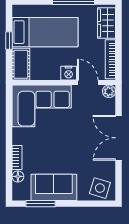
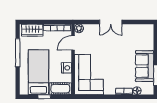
nightstand: (69, 73) -> (66, 68), moved
double door: (119, 138) -> (111, 22), width x0.73
side table: (100, 188) -> (145, 35), removed

